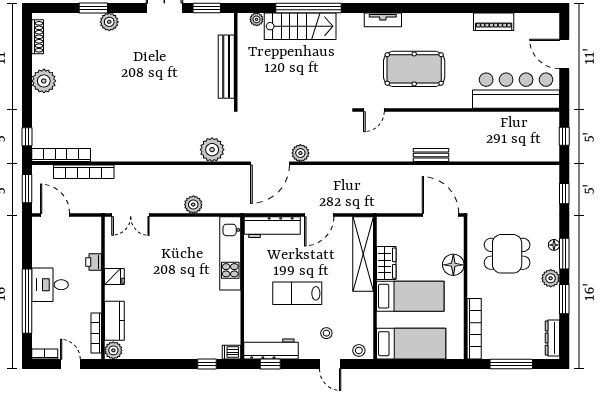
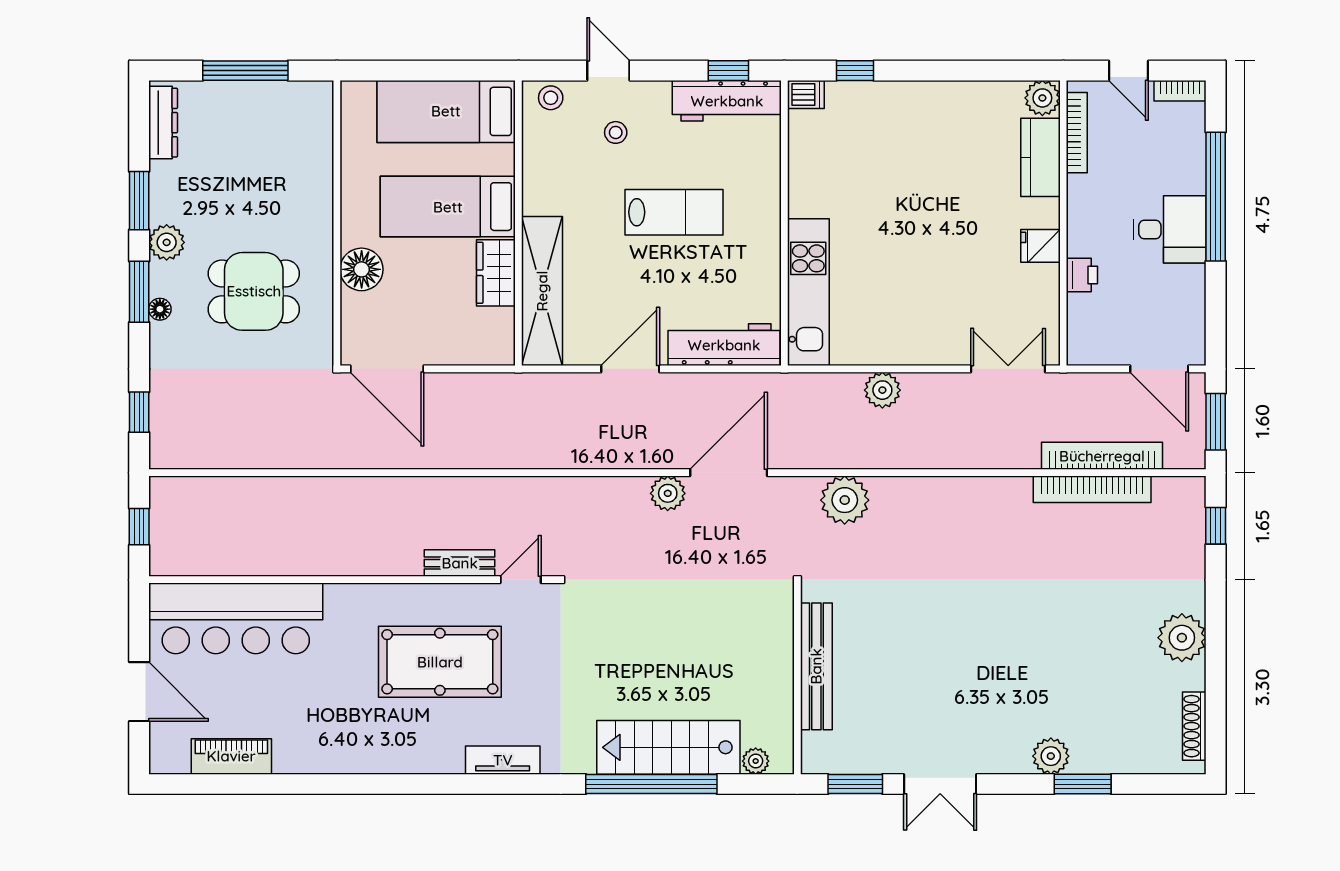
piano: (494, 22) -> (231, 756), moved
bookcase: (61, 155) -> (1092, 489), moved
bench: (431, 155) -> (460, 563), moved
bookcase: (474, 329) -> (320, 141), removed

